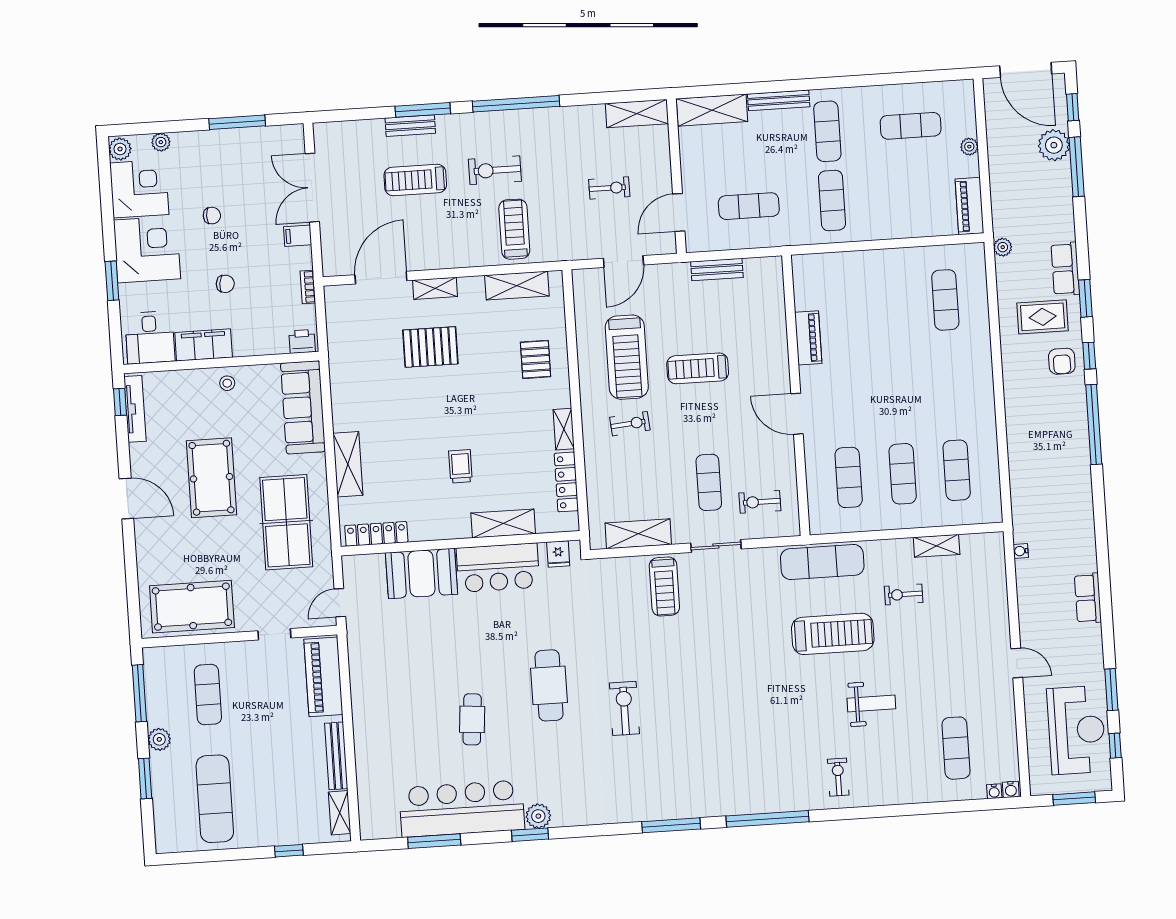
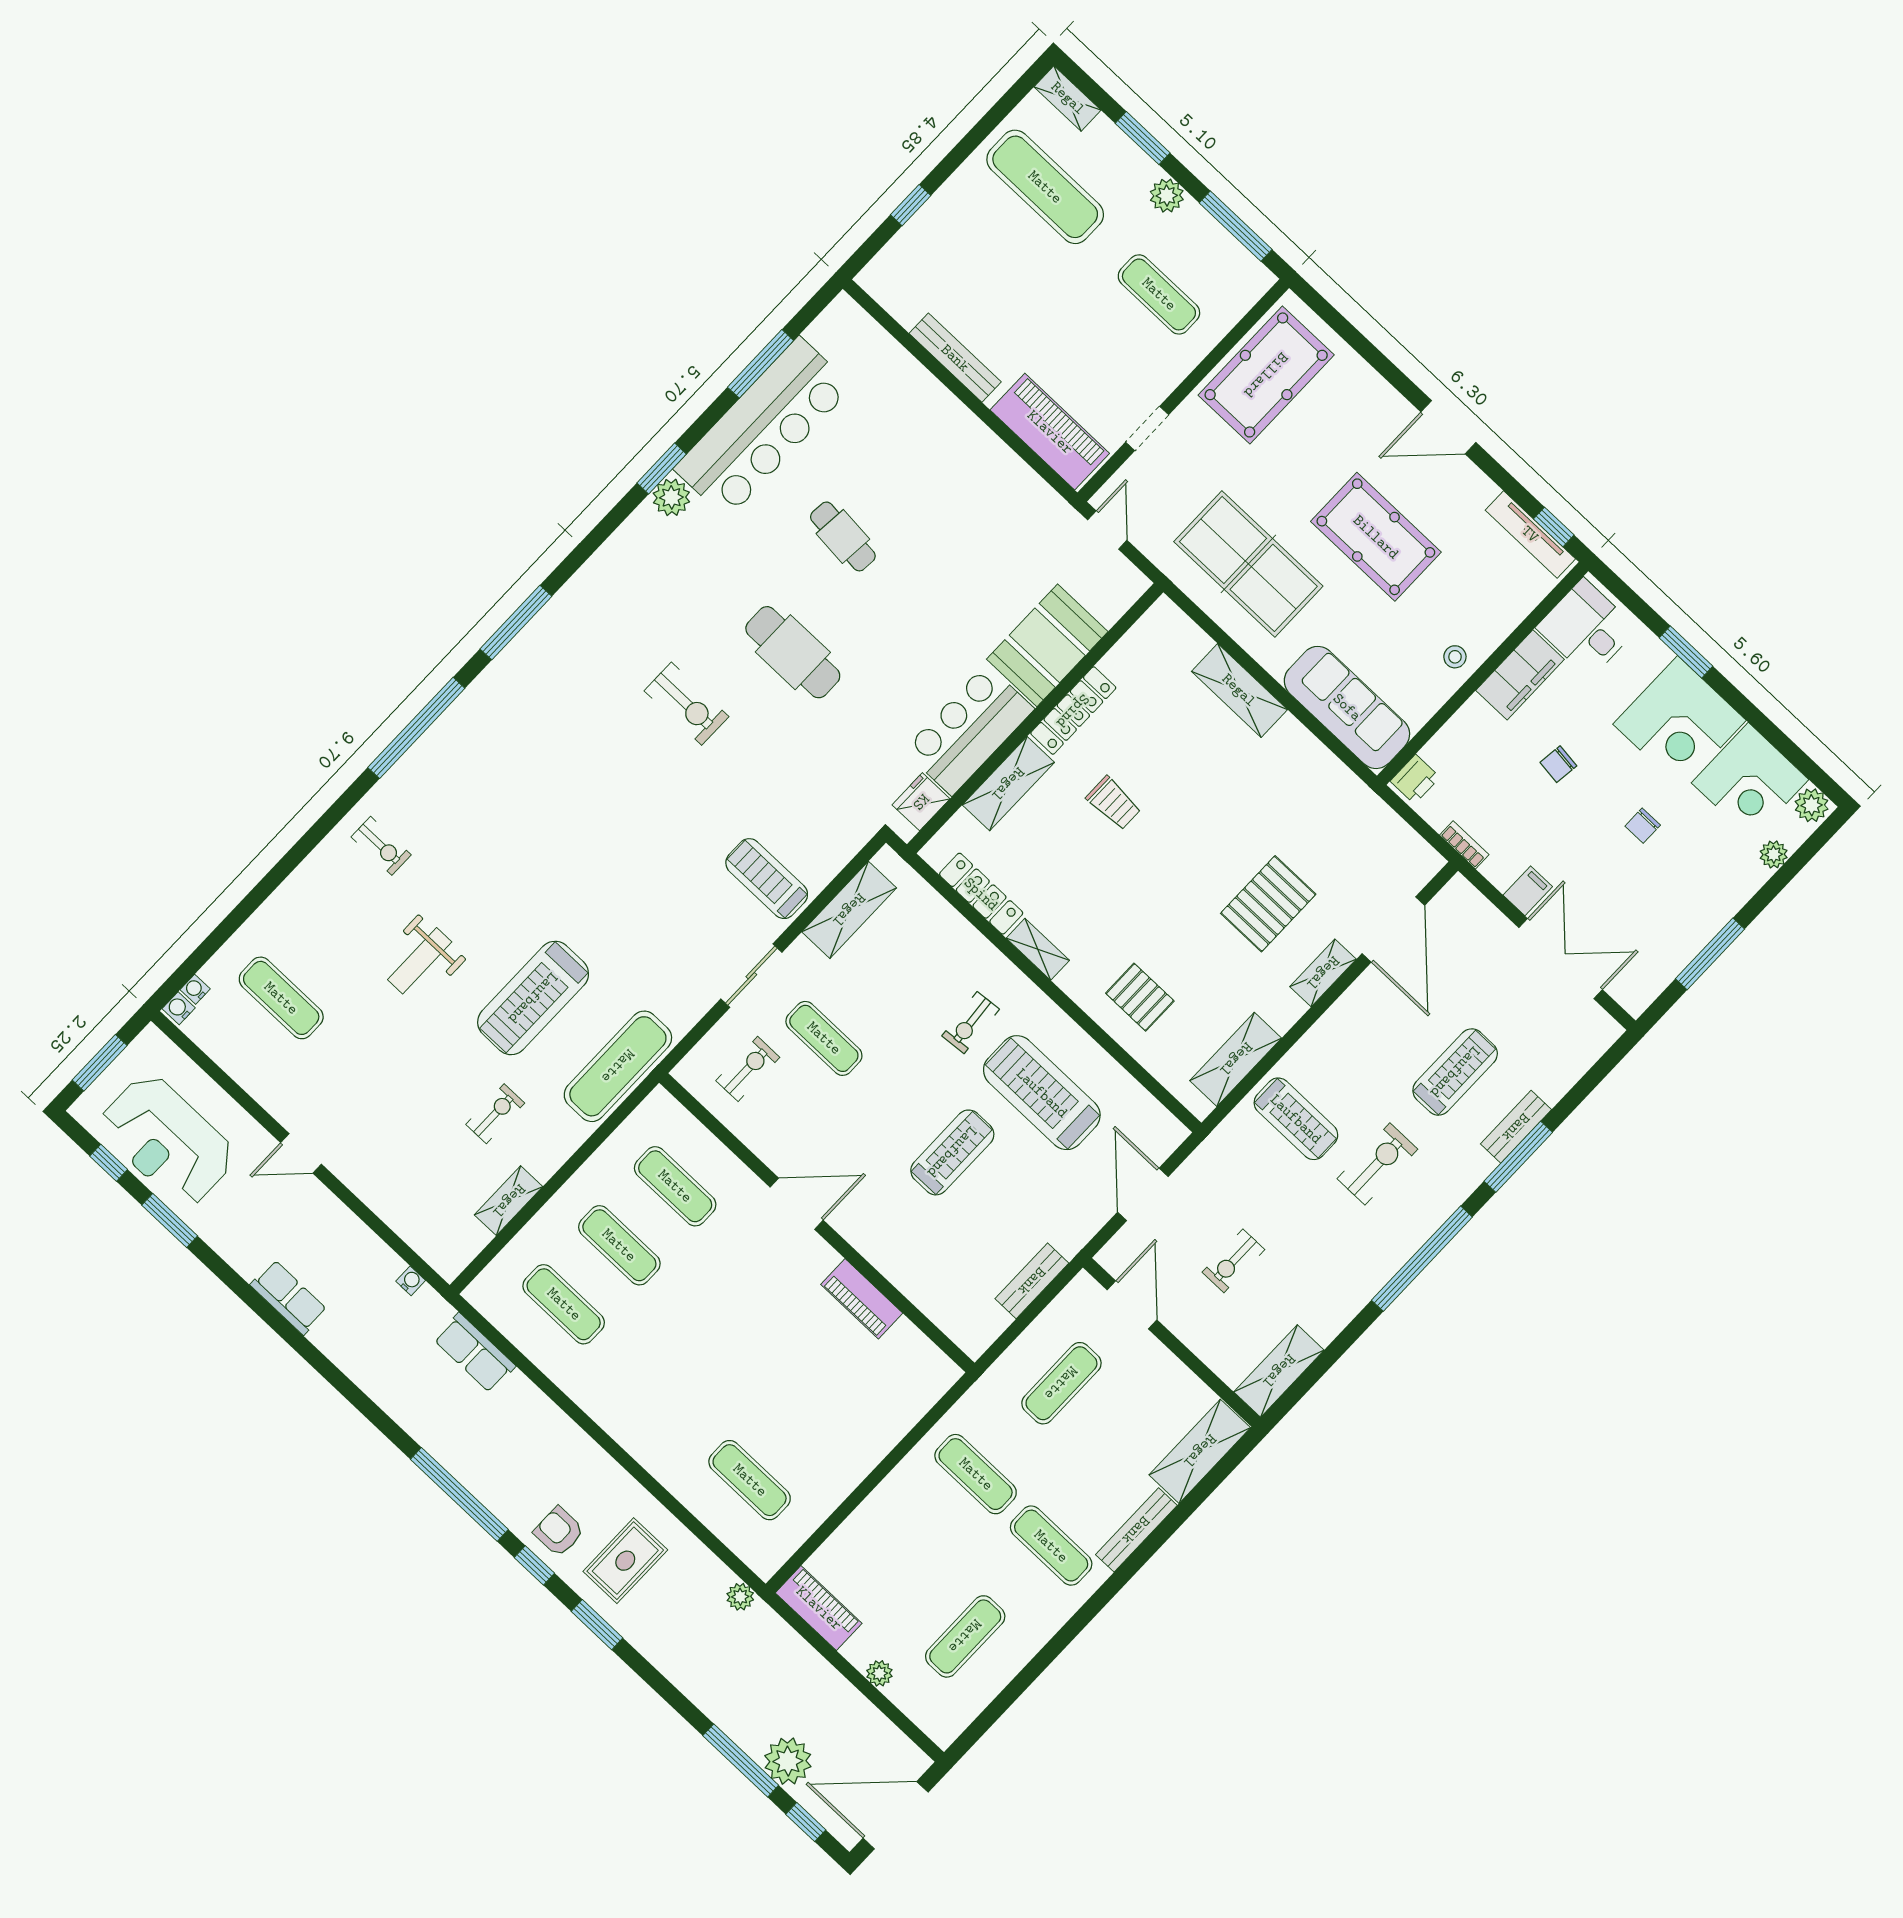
row of seats: (1065, 269) -> (475, 1353), moved, turned 180
locker: (376, 534) -> (1073, 711), moved
fridge: (558, 554) -> (921, 802), width x1.38
shelving: (340, 813) -> (1068, 98), moved

